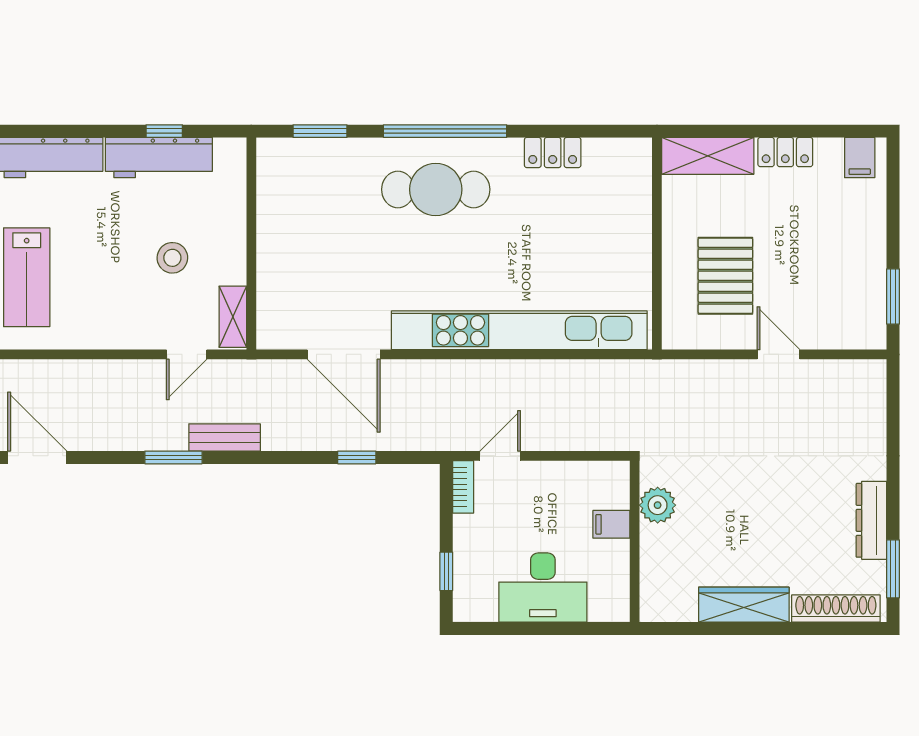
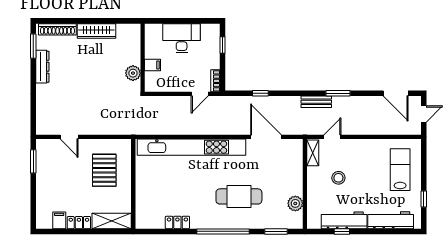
filing cabinet: (860, 158) -> (59, 220), moved
cafe table: (436, 189) -> (239, 196), moved
plant: (274, 197) -> (295, 203), added
door: (778, 354) -> (69, 137), moved

